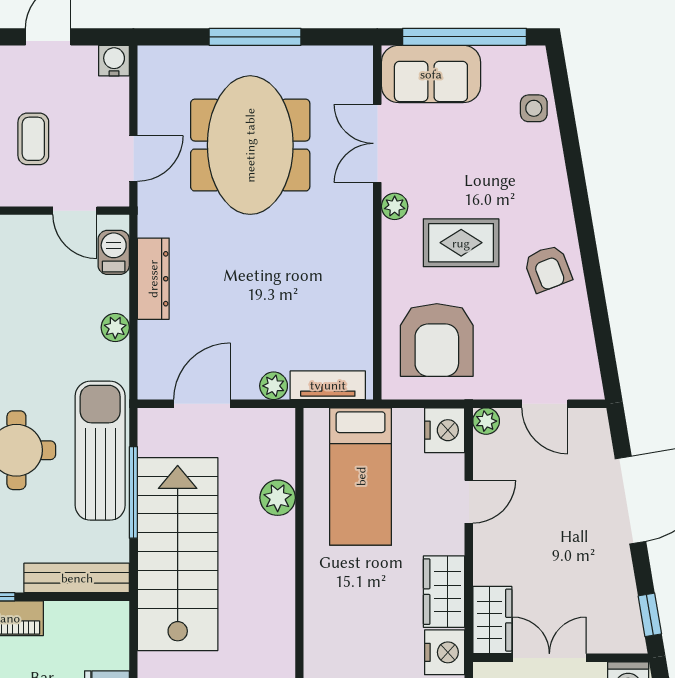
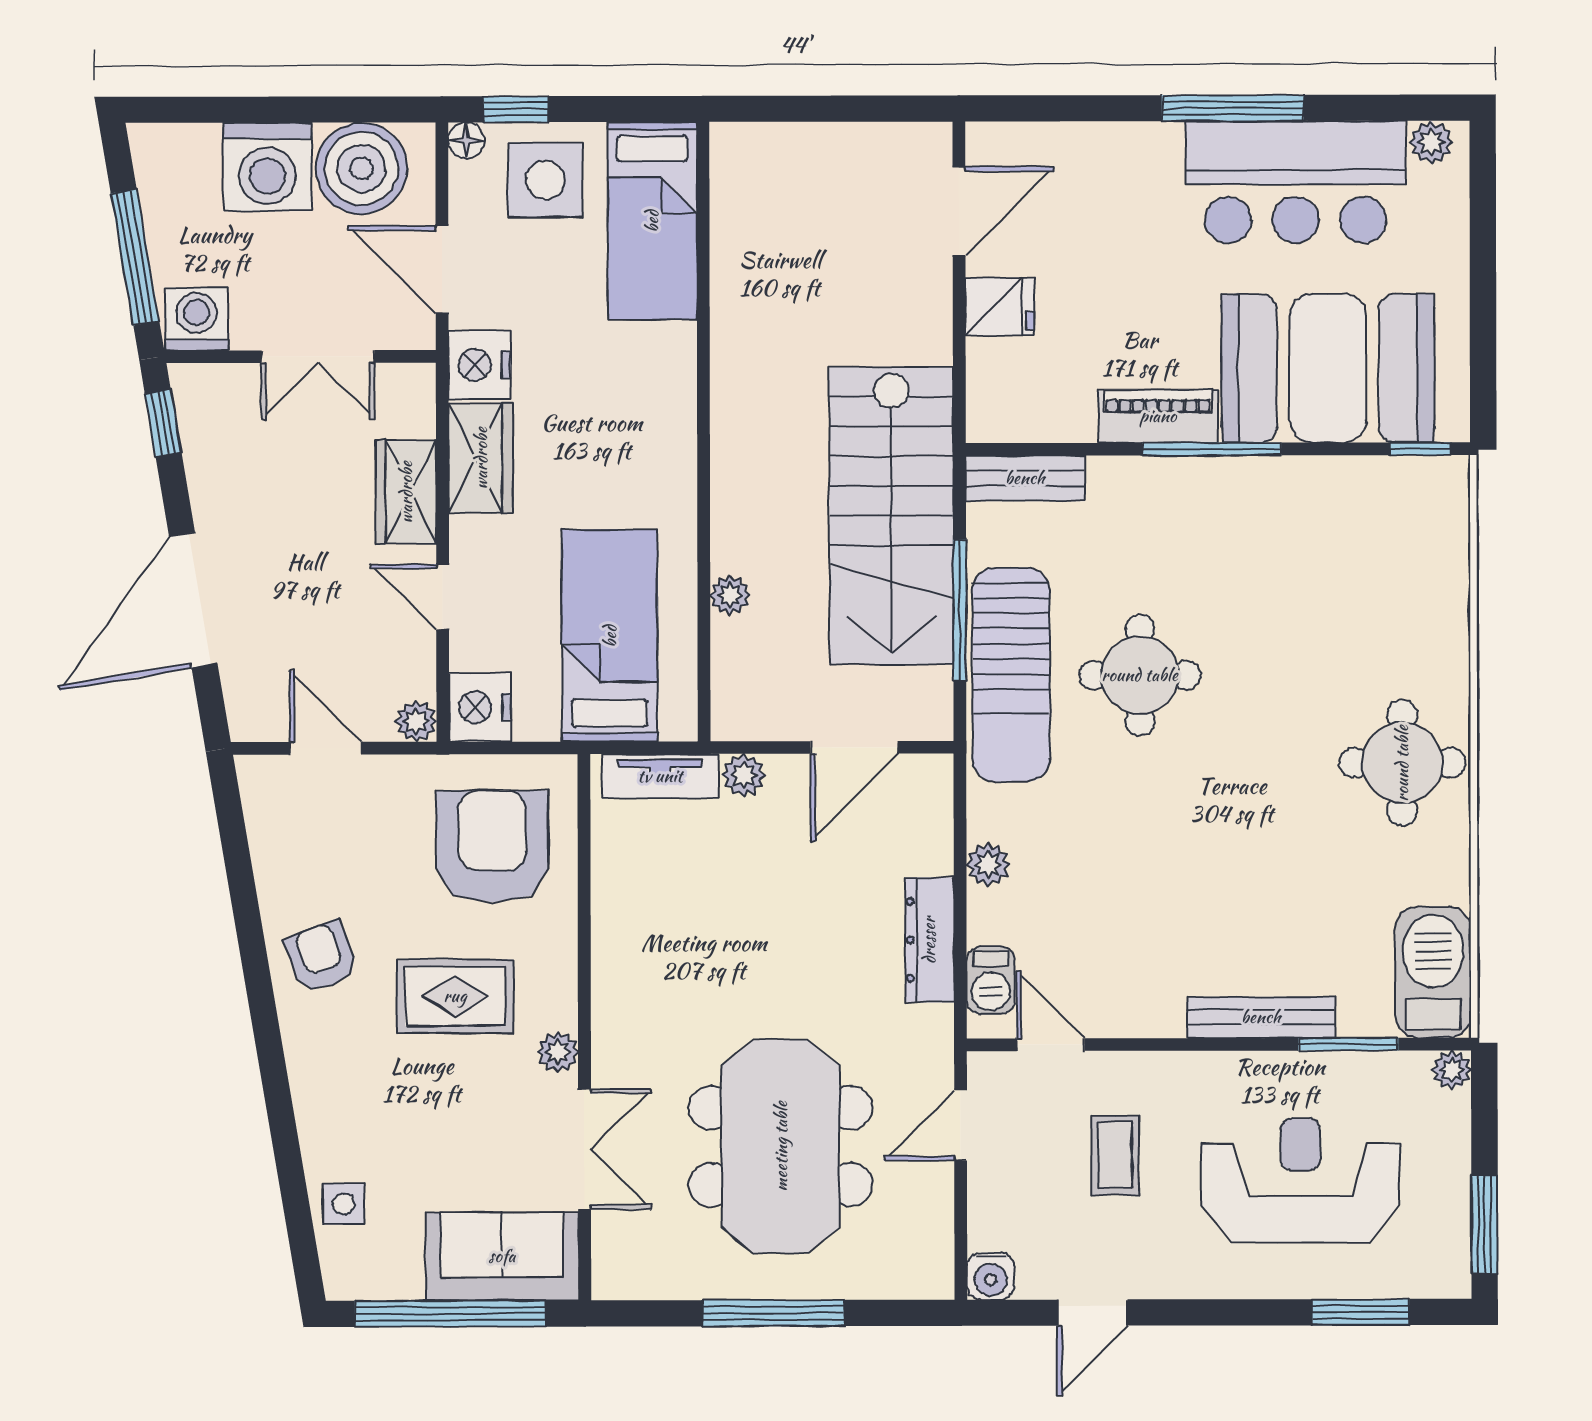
plant: (278, 498) -> (730, 595), width x0.73, depth x0.73
door: (469, 502) -> (443, 597), hinge flipped
bench: (77, 578) -> (1025, 478), width x0.73
wardrobe: (492, 620) -> (406, 492), moved

